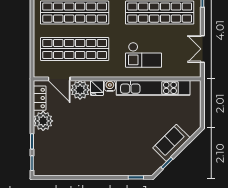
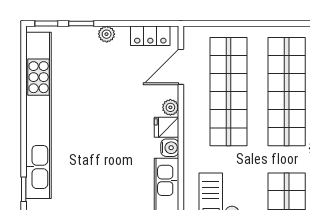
plant: (80, 90) -> (170, 107), width x0.53, depth x0.53
plant: (43, 121) -> (107, 34), width x0.53, depth x0.53
kitchen unit: (90, 168) -> (39, 115), added

